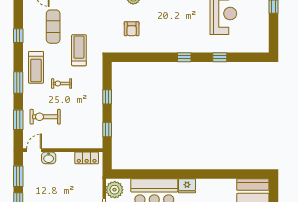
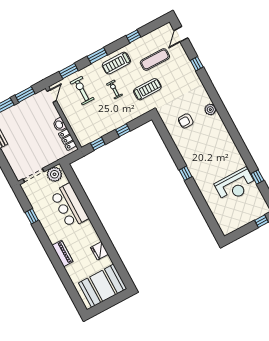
window: (220, 57) -> (200, 201), removed
door: (34, 150) -> (52, 96), hinge flipped
washbasin: (49, 158) -> (59, 124), moved
fridge: (187, 186) -> (99, 251), moved

